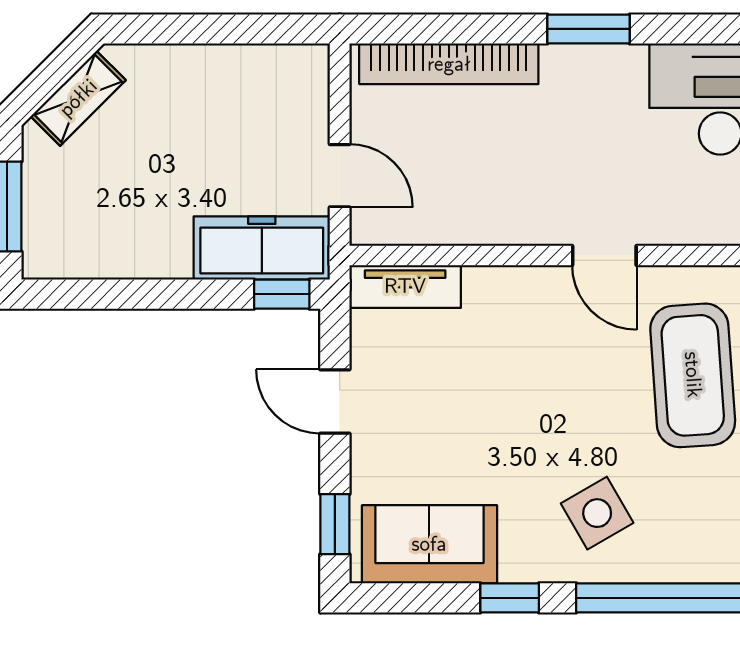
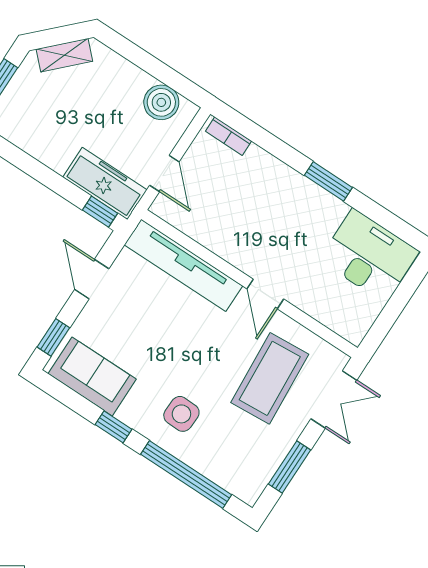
bookcase: (449, 64) -> (229, 136), width x0.43, depth x0.76
boiler: (266, 74) -> (161, 102), added
tv unit: (405, 286) -> (183, 265), width x1.92, depth x1.29
side table: (597, 513) -> (181, 414), turned 32

